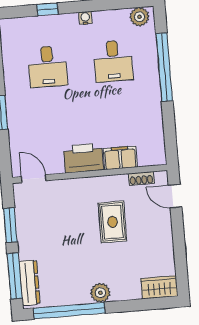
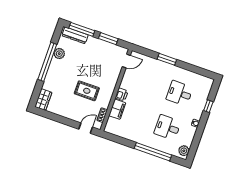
printer: (83, 158) -> (122, 94), width x0.53, depth x0.68
plant: (100, 293) -> (59, 54), moved
window: (69, 311) -> (47, 62), moved

